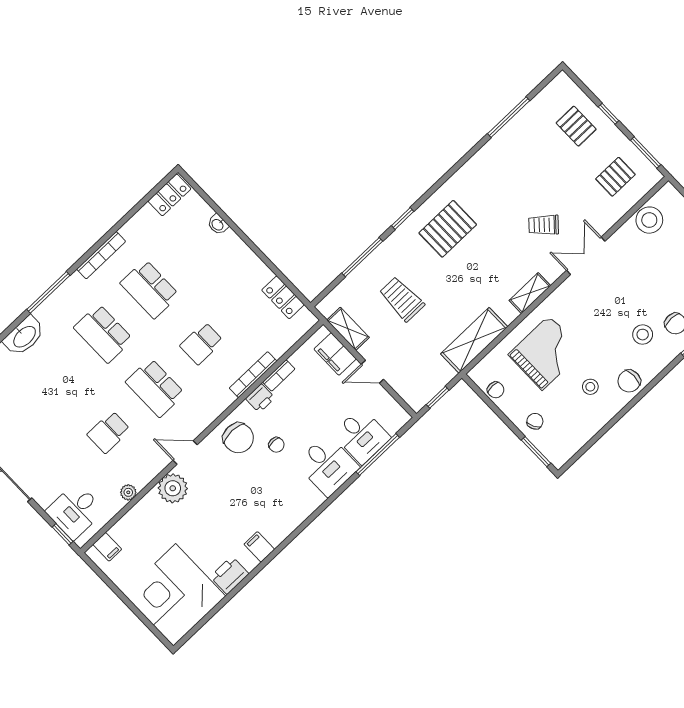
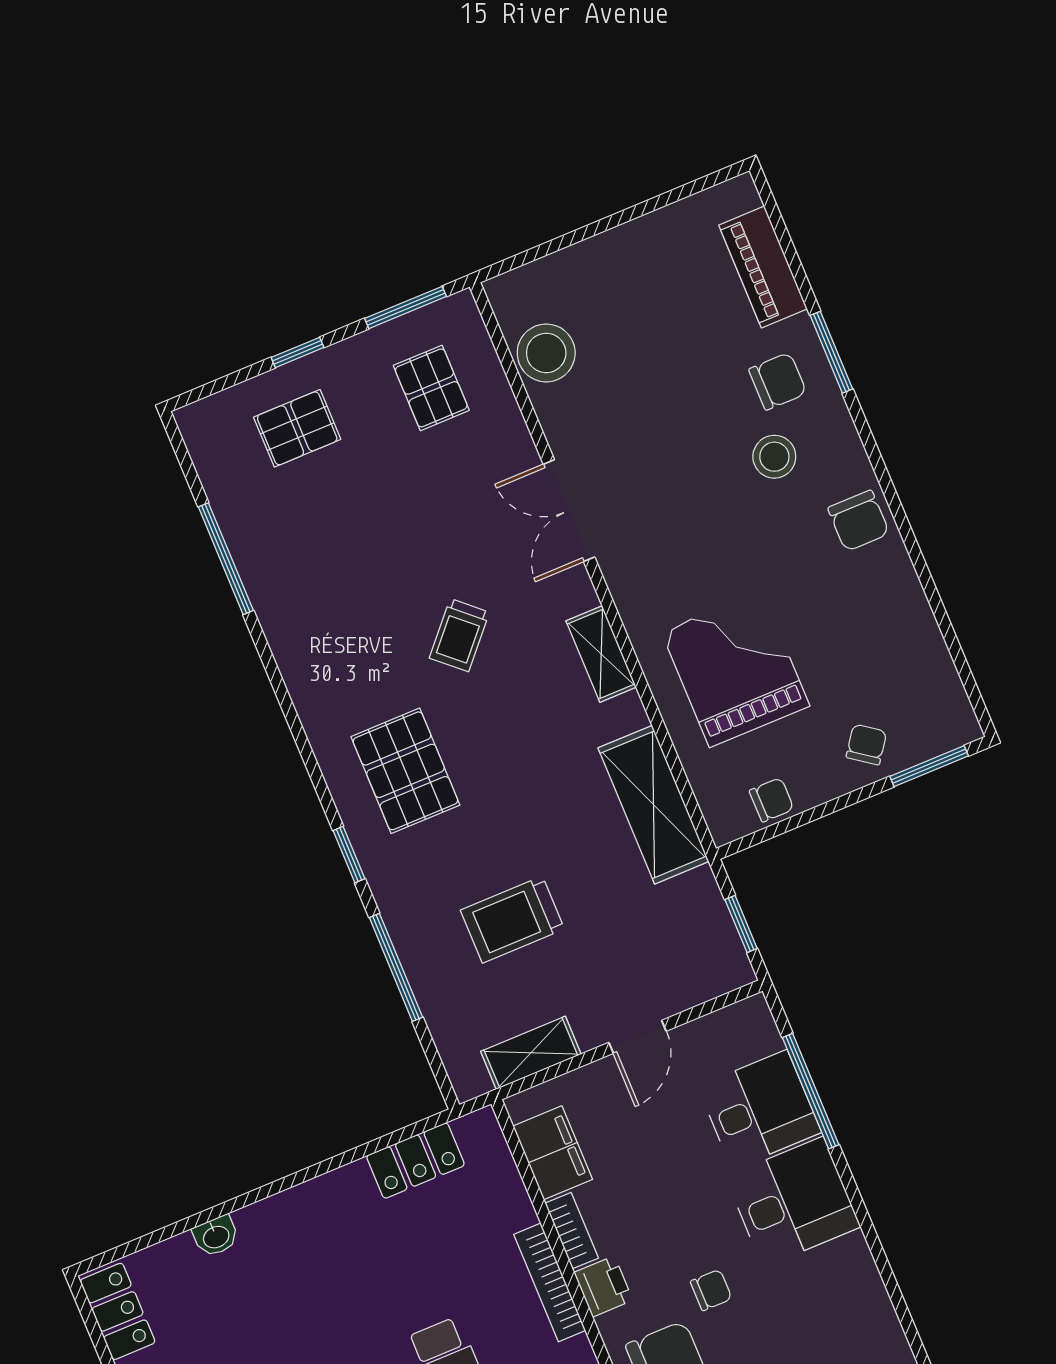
trolley: (544, 225) -> (459, 635), moved
filing cabinet: (335, 354) -> (553, 1153), moved, turned -90
stool: (590, 387) -> (840, 604), removed
chair: (535, 421) -> (866, 744), turned 64

